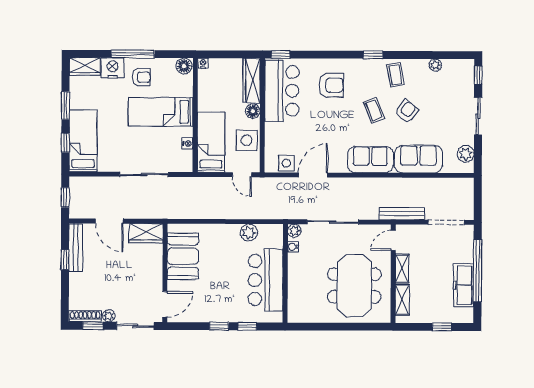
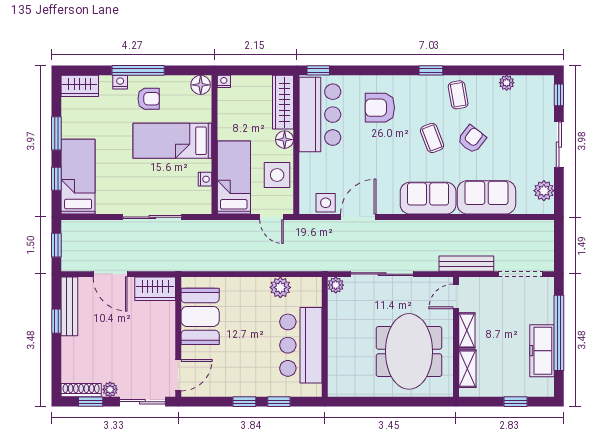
nightstand: (113, 68) -> (120, 82), width x0.53, depth x0.56
armchair: (331, 85) -> (380, 108), turned 180
water cooler: (293, 247) -> (334, 305), removed

